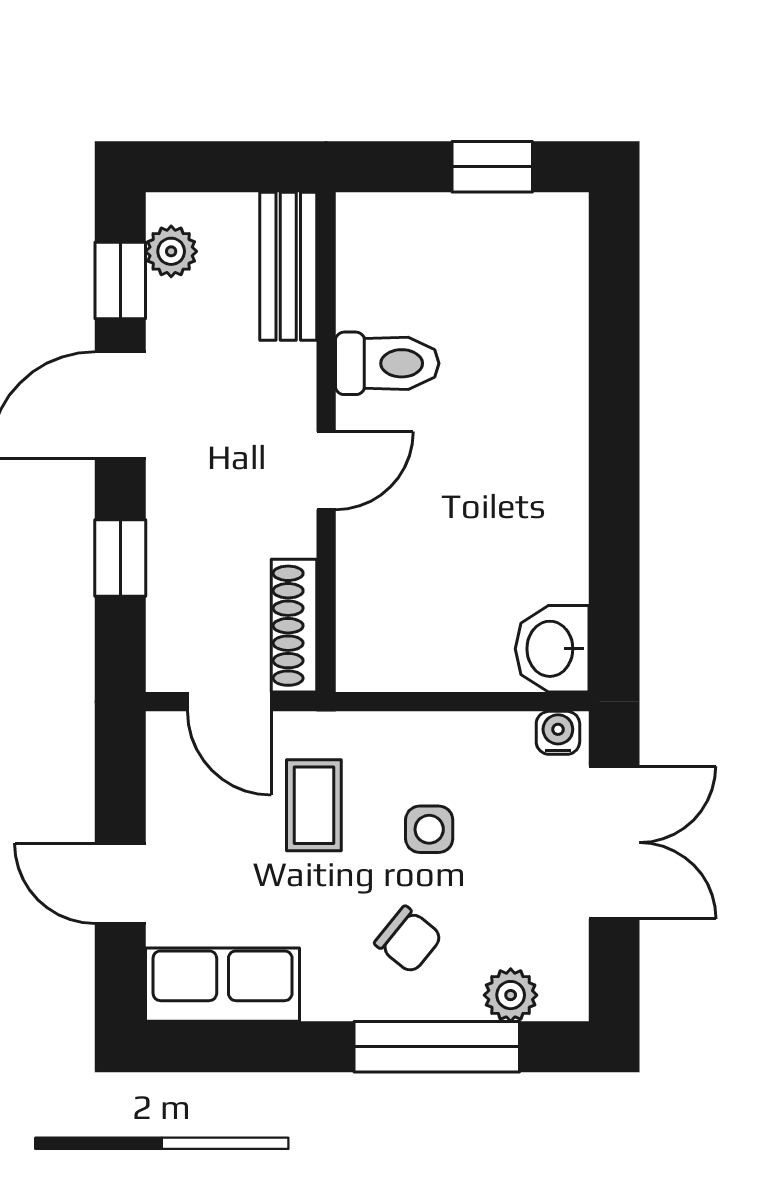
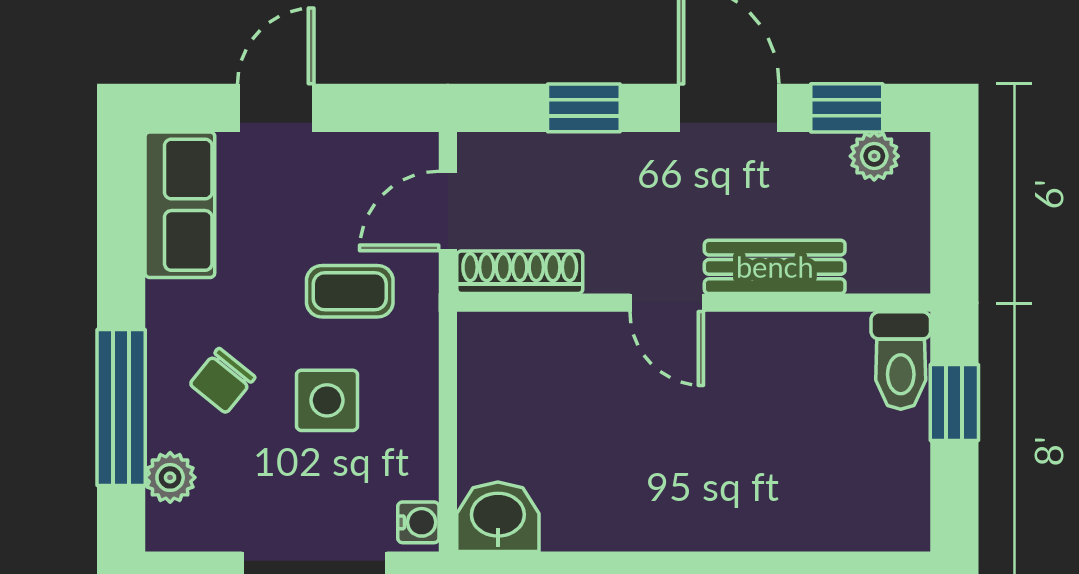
window: (492, 167) -> (954, 403), moved
bench: (288, 266) -> (775, 267), moved
toilet: (387, 363) -> (901, 361), moved
side table: (429, 829) -> (327, 400), width x1.37, depth x1.37

